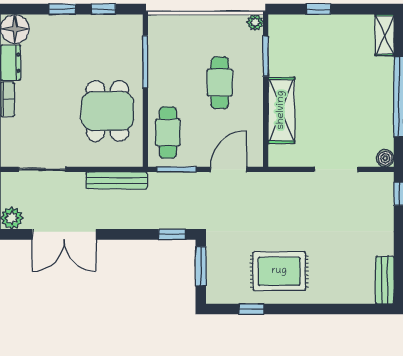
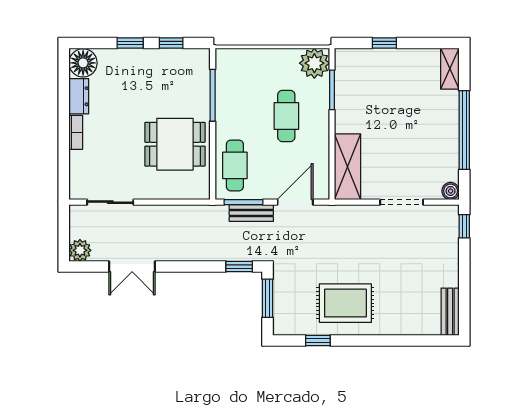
plant: (255, 22) -> (314, 63), width x1.87, depth x1.87
shelving: (281, 110) -> (348, 167), moved
dining table: (107, 111) -> (175, 144), turned 90
bench: (117, 180) -> (251, 213), moved, width x0.73
double door: (64, 234) -> (132, 266), width x0.73

